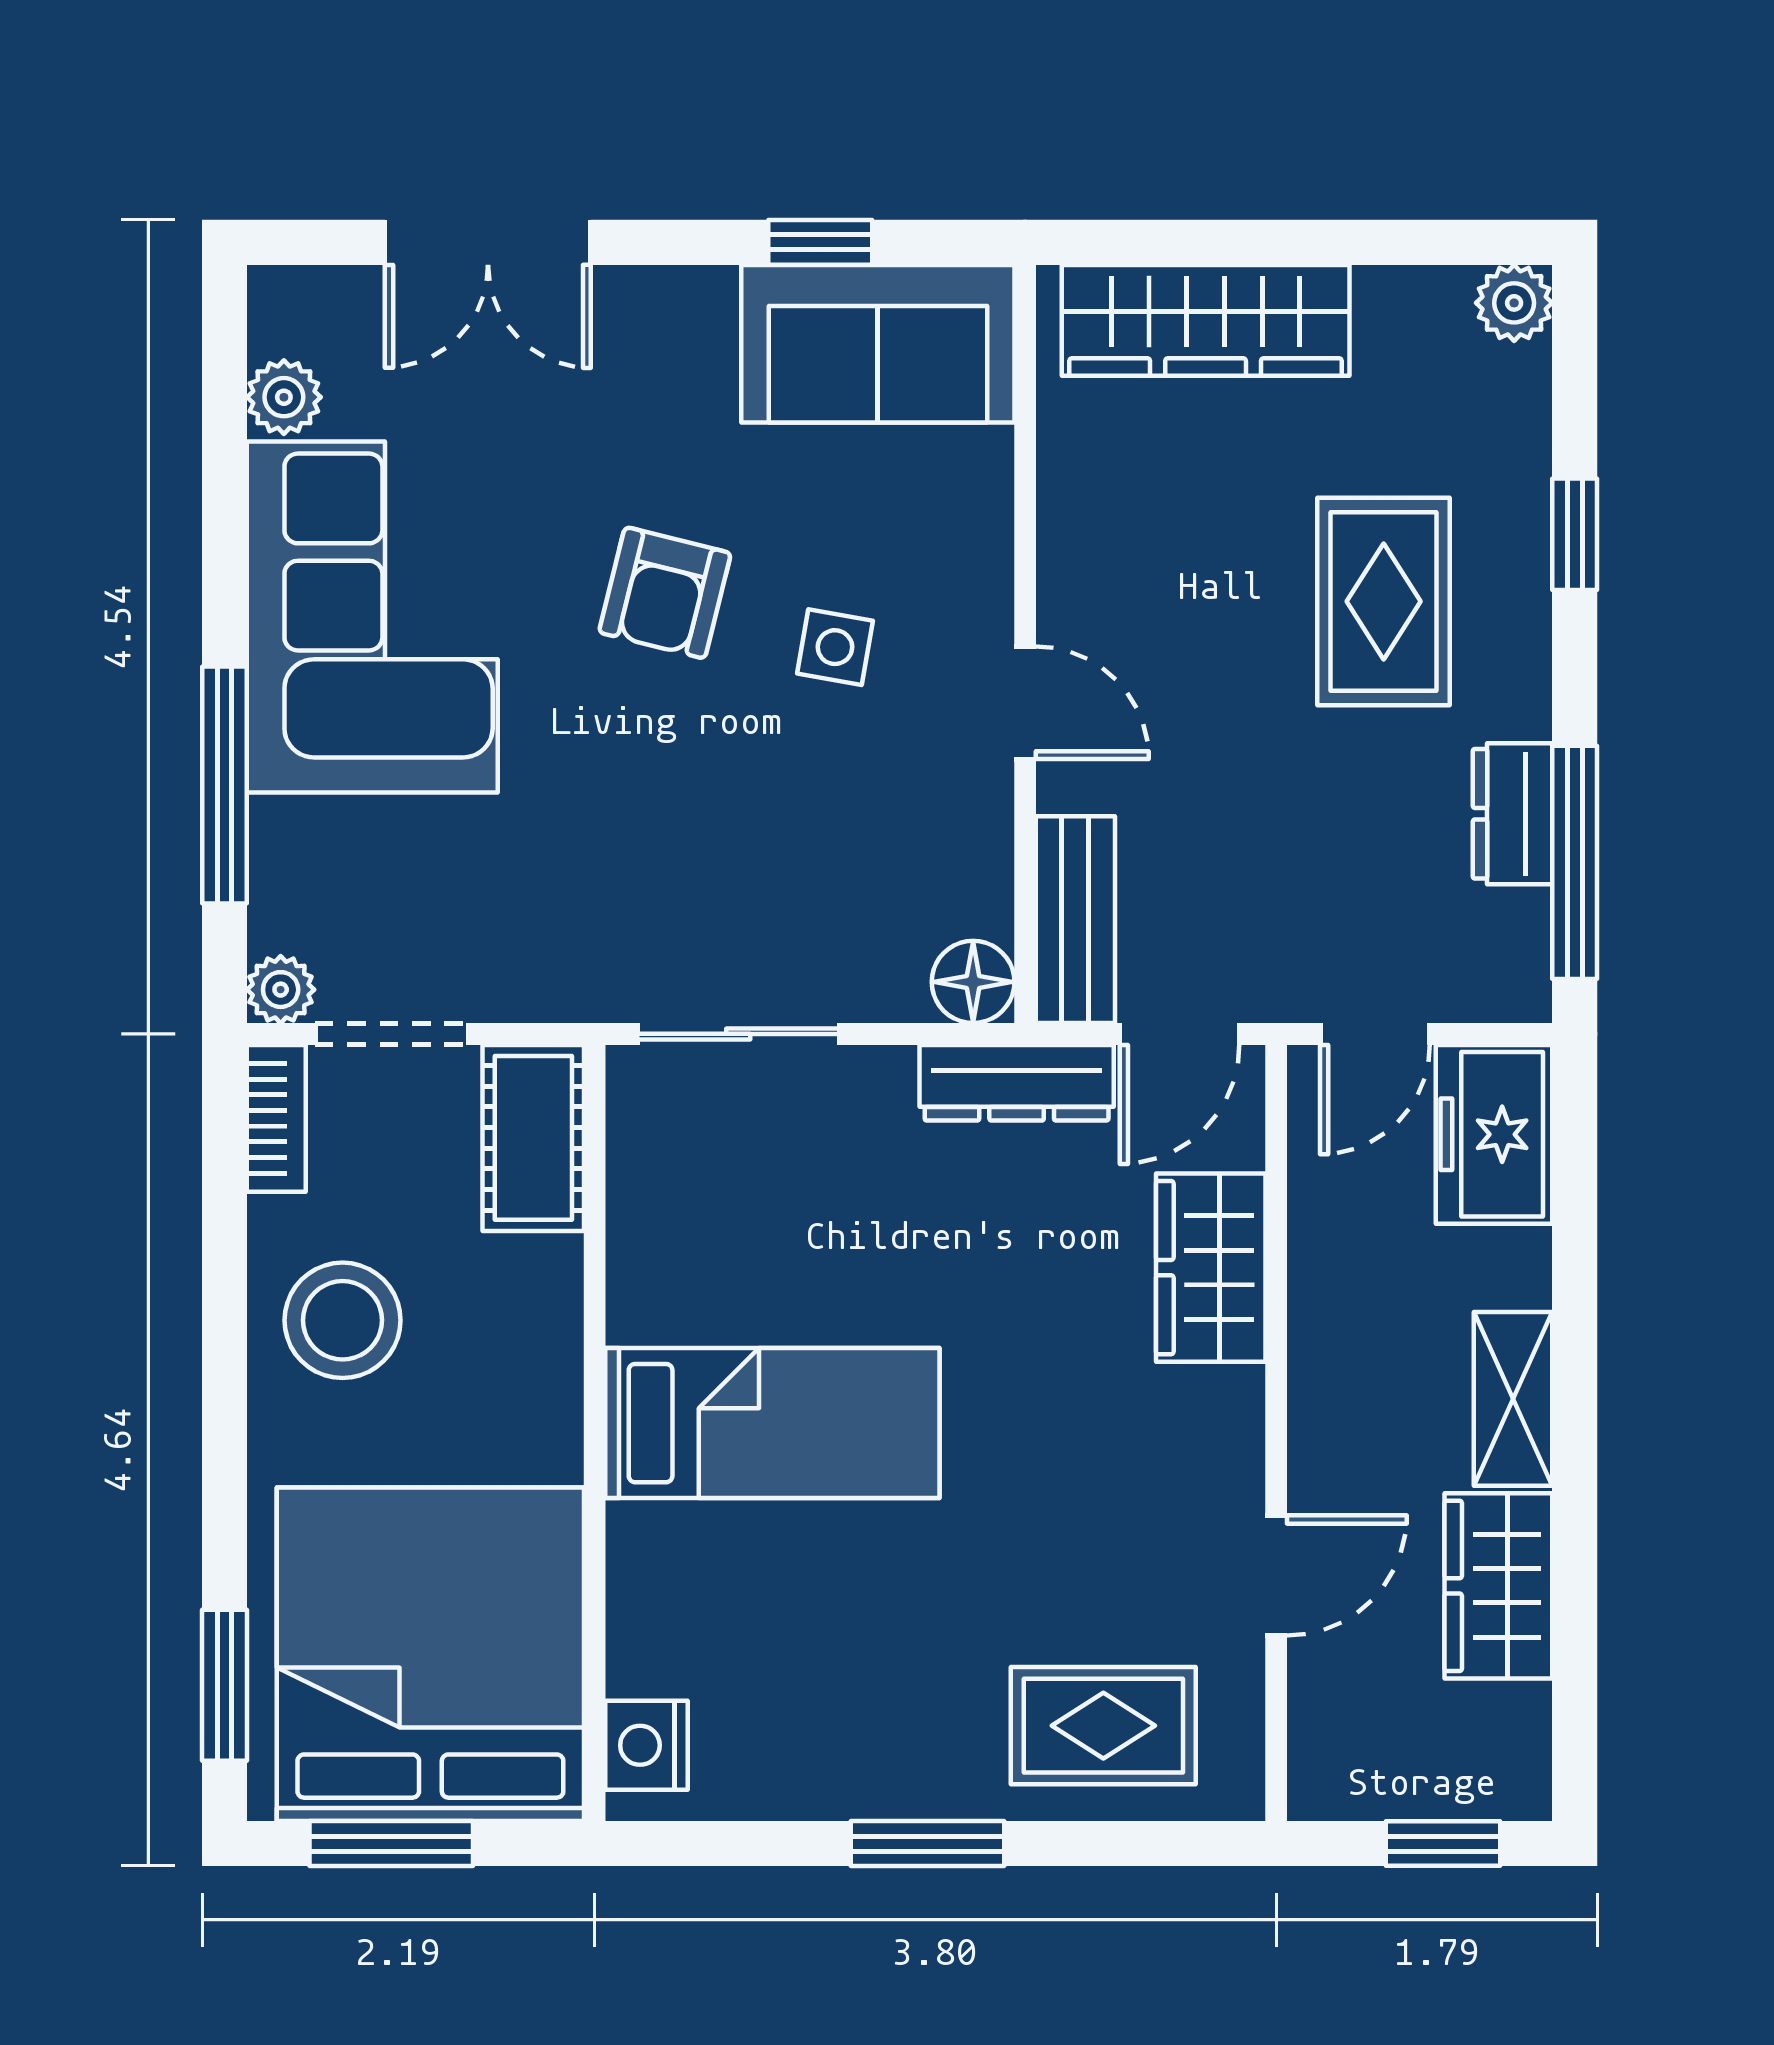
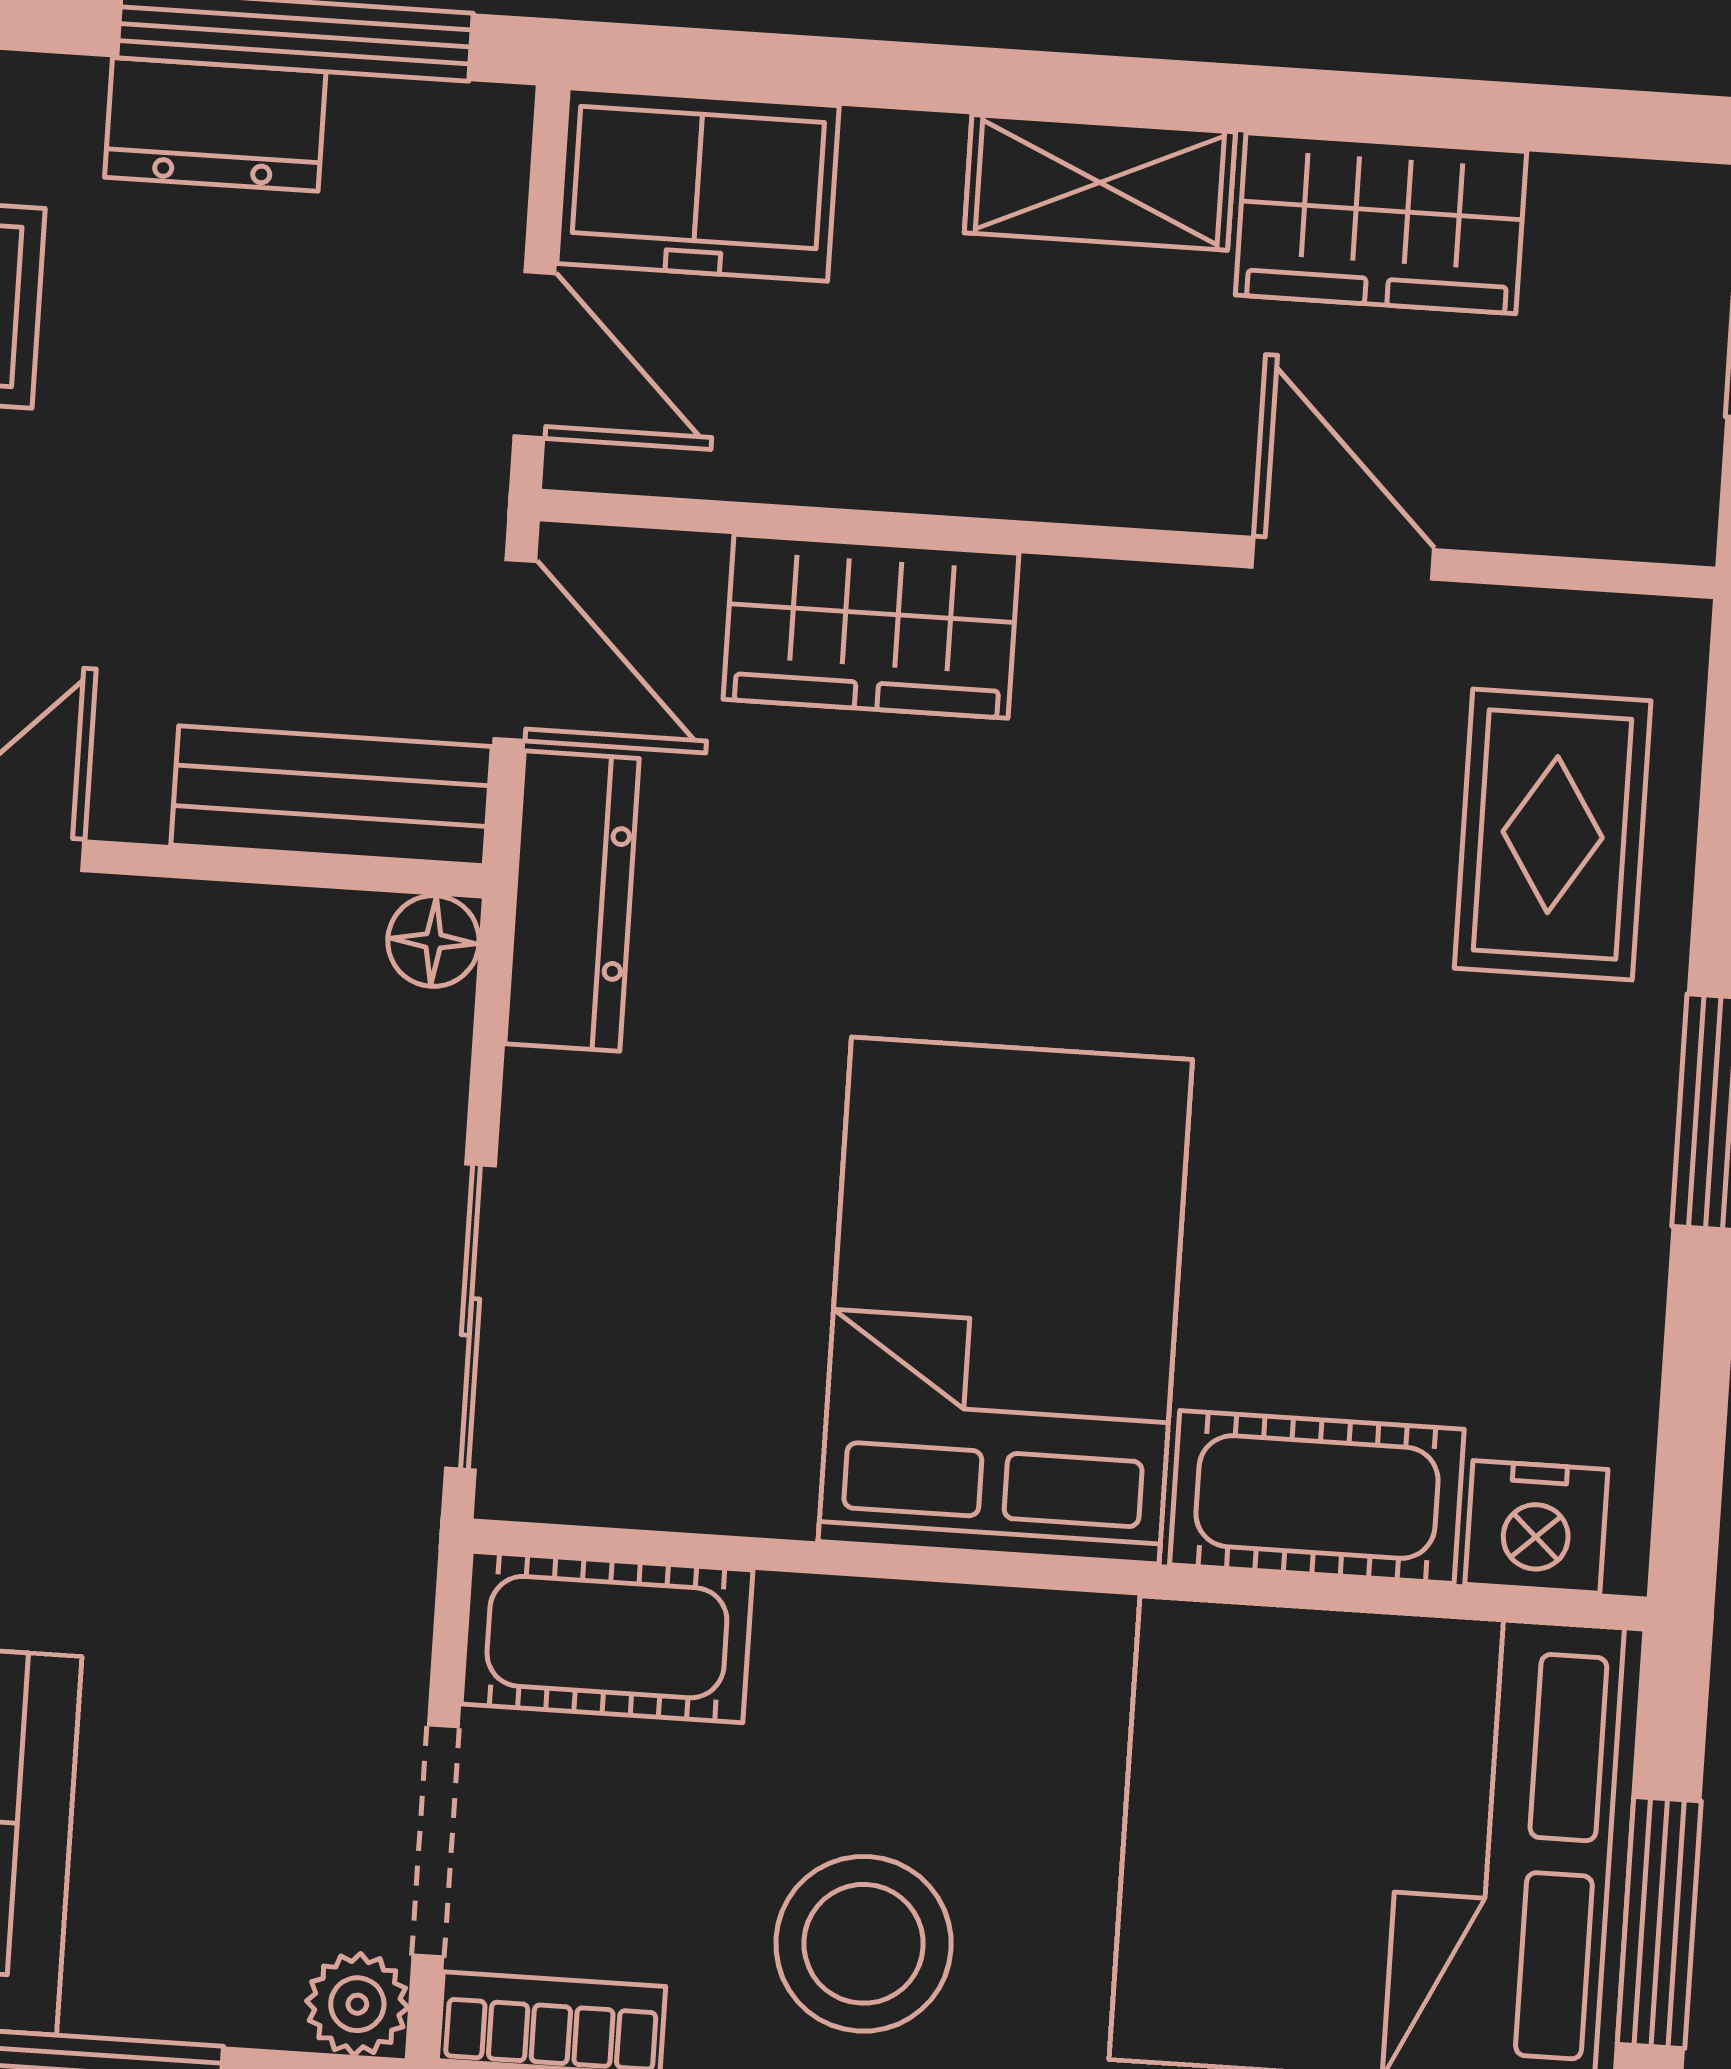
floor lamp: (973, 982) -> (433, 941), width x0.73, depth x0.73
bed: (772, 1423) -> (1005, 1300), width x1.50
cot: (657, 1599) -> (1317, 1497), added

